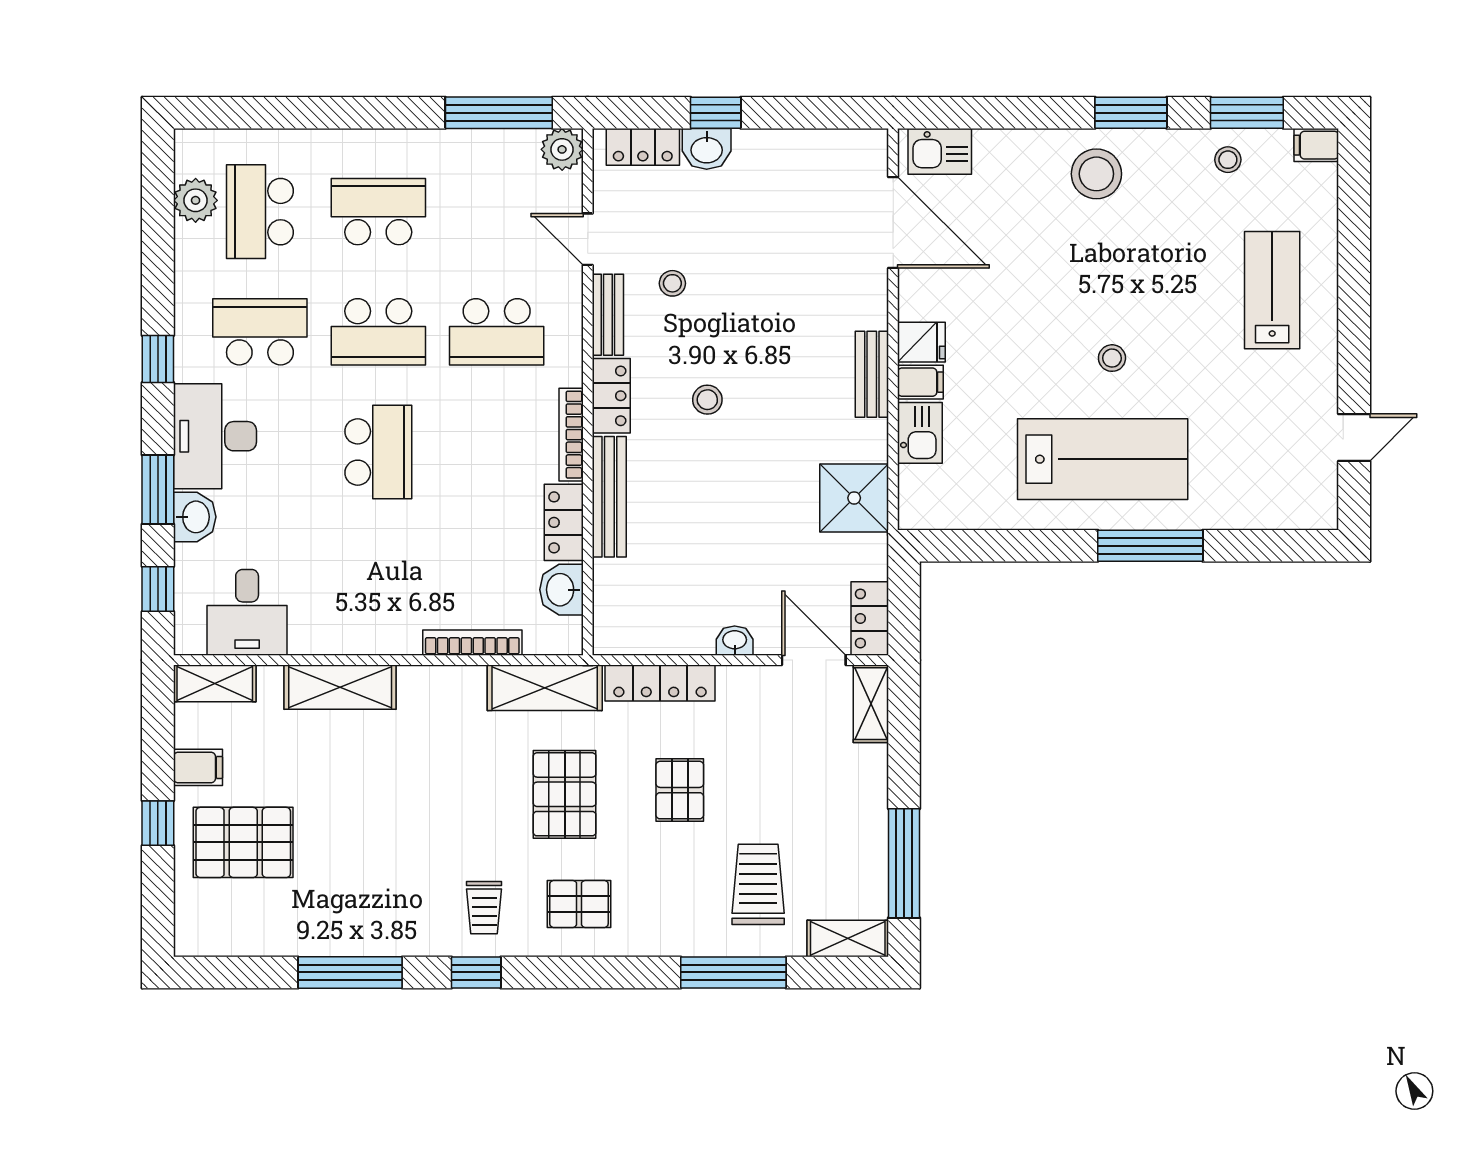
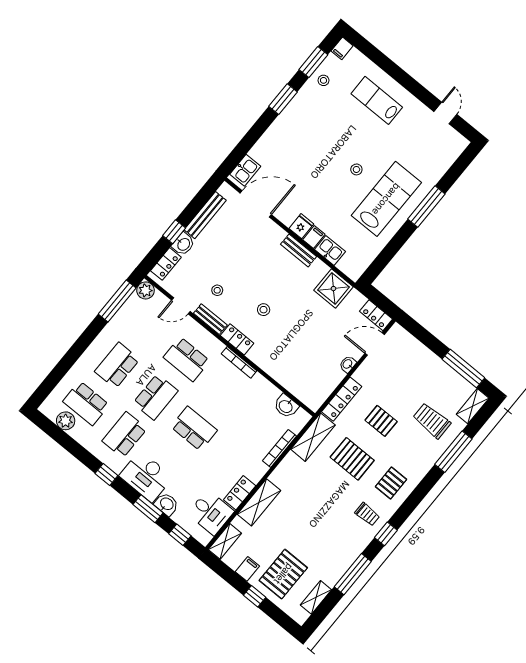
stool: (1096, 174) -> (294, 126), removed
school desk: (497, 332) -> (187, 359), turned 90
bench: (609, 497) -> (205, 215), moved, turned 90
locker: (564, 522) -> (240, 493), moved, turned 90
shelving: (871, 704) -> (316, 597), moved, turned 90

